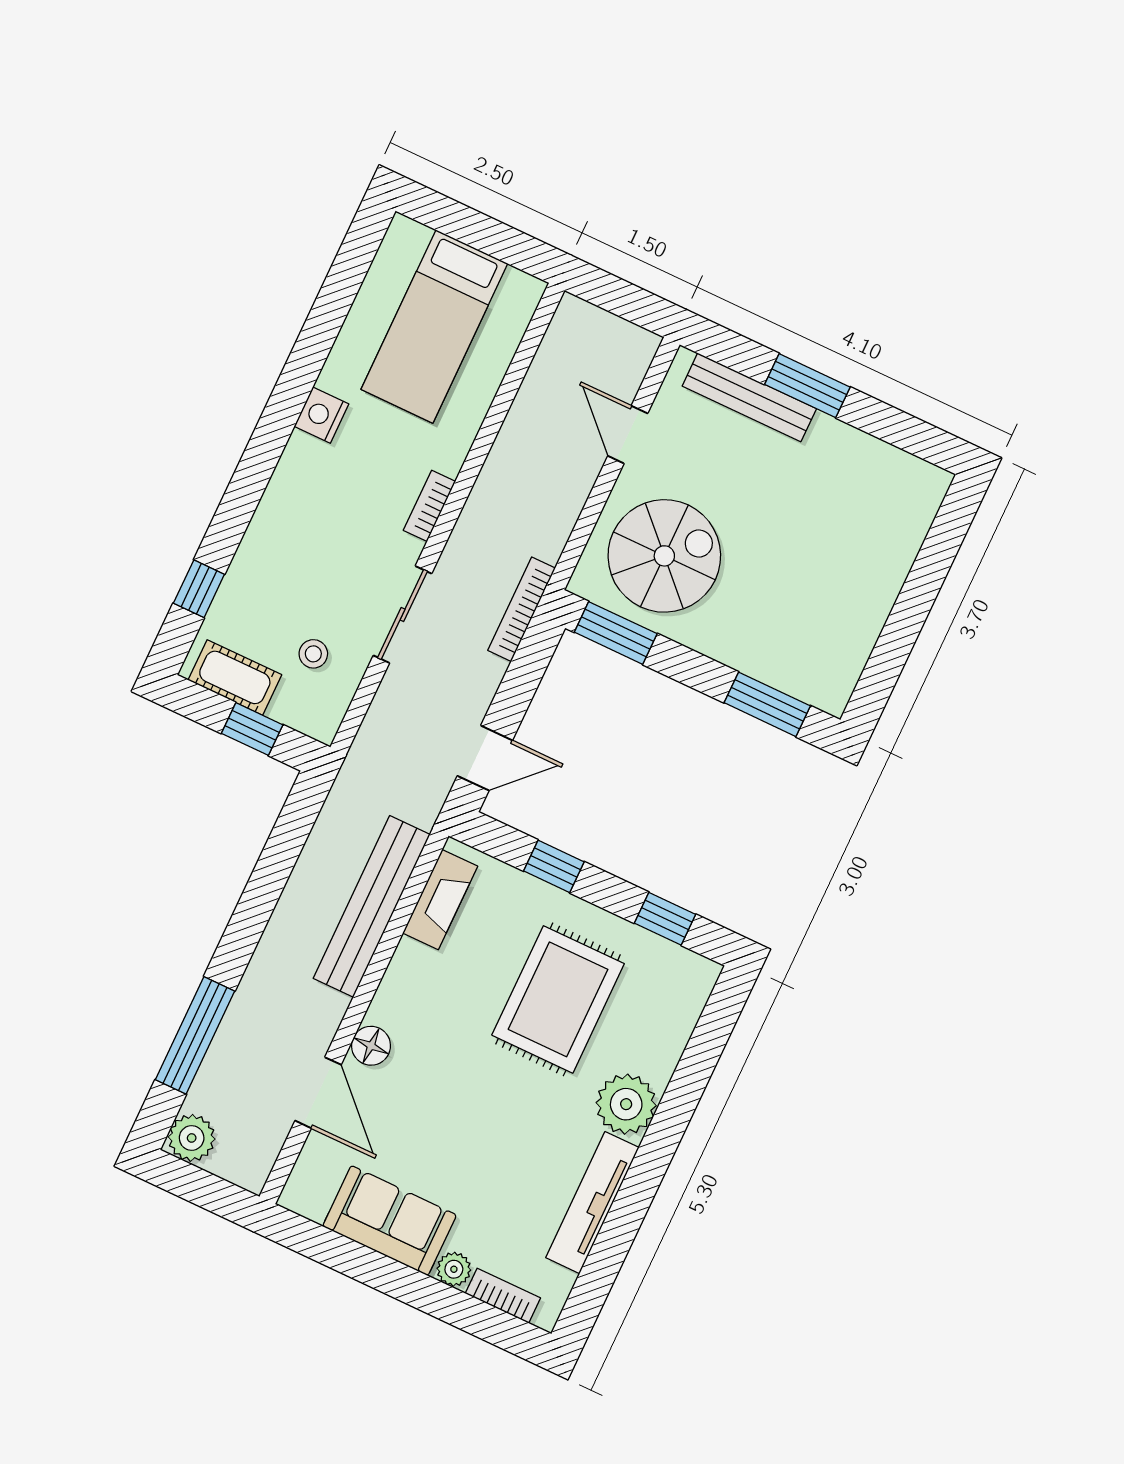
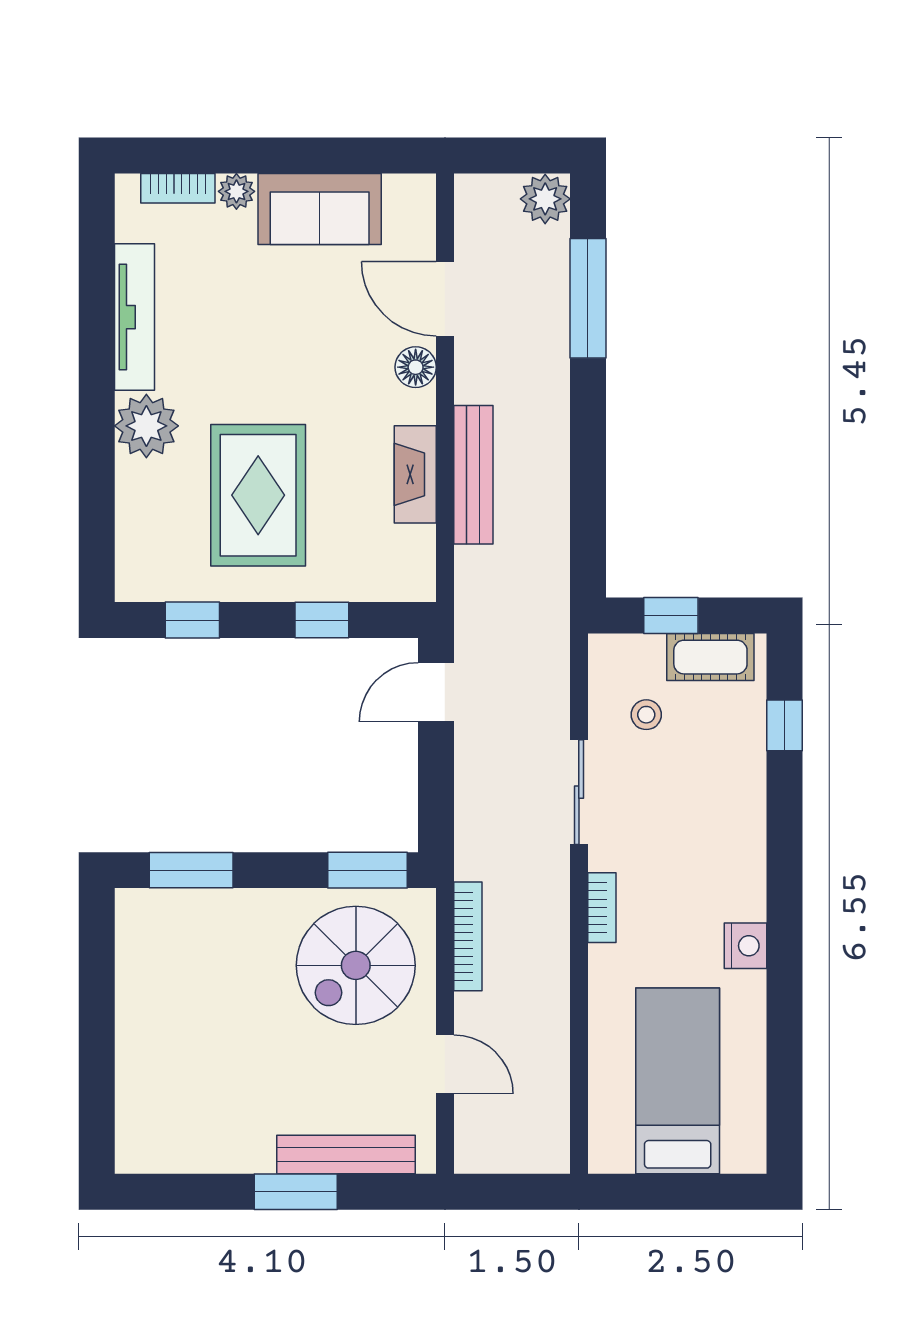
bookcase: (522, 609) -> (468, 936), moved
fireplace: (440, 900) -> (415, 474), moved
bench: (372, 906) -> (473, 475), width x0.73, depth x0.82

